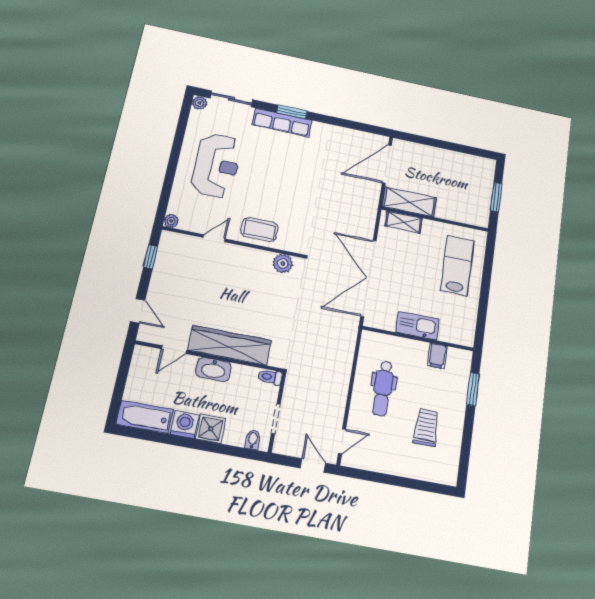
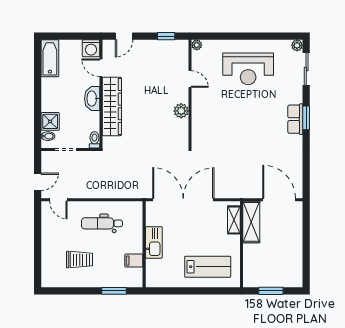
row of seats: (282, 123) -> (295, 119), width x0.68
coffee table: (260, 230) -> (204, 111), removed
plant: (283, 263) -> (181, 111), moved
washing machine: (185, 424) -> (91, 48), moved, turned 90
shower: (211, 429) -> (50, 121), moved

